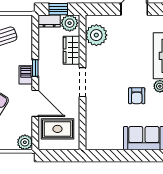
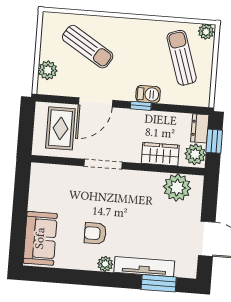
barbecue: (26, 75) -> (148, 94), moved
doorway: (83, 82) -> (103, 164), moved
plant: (25, 142) -> (48, 70), moved

